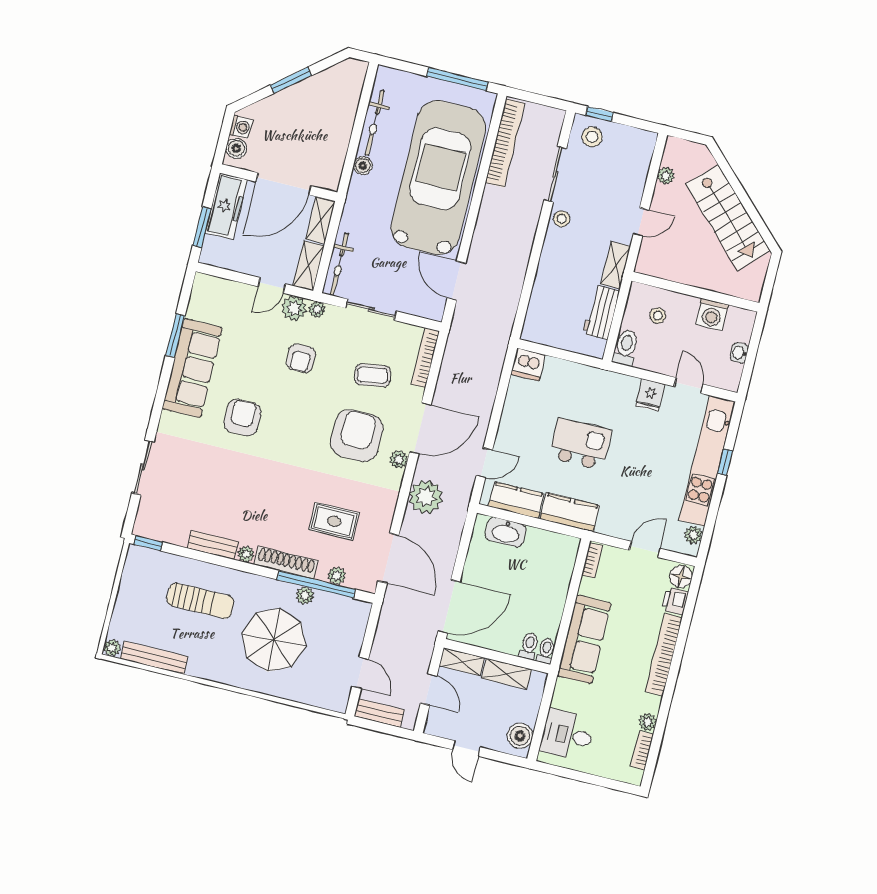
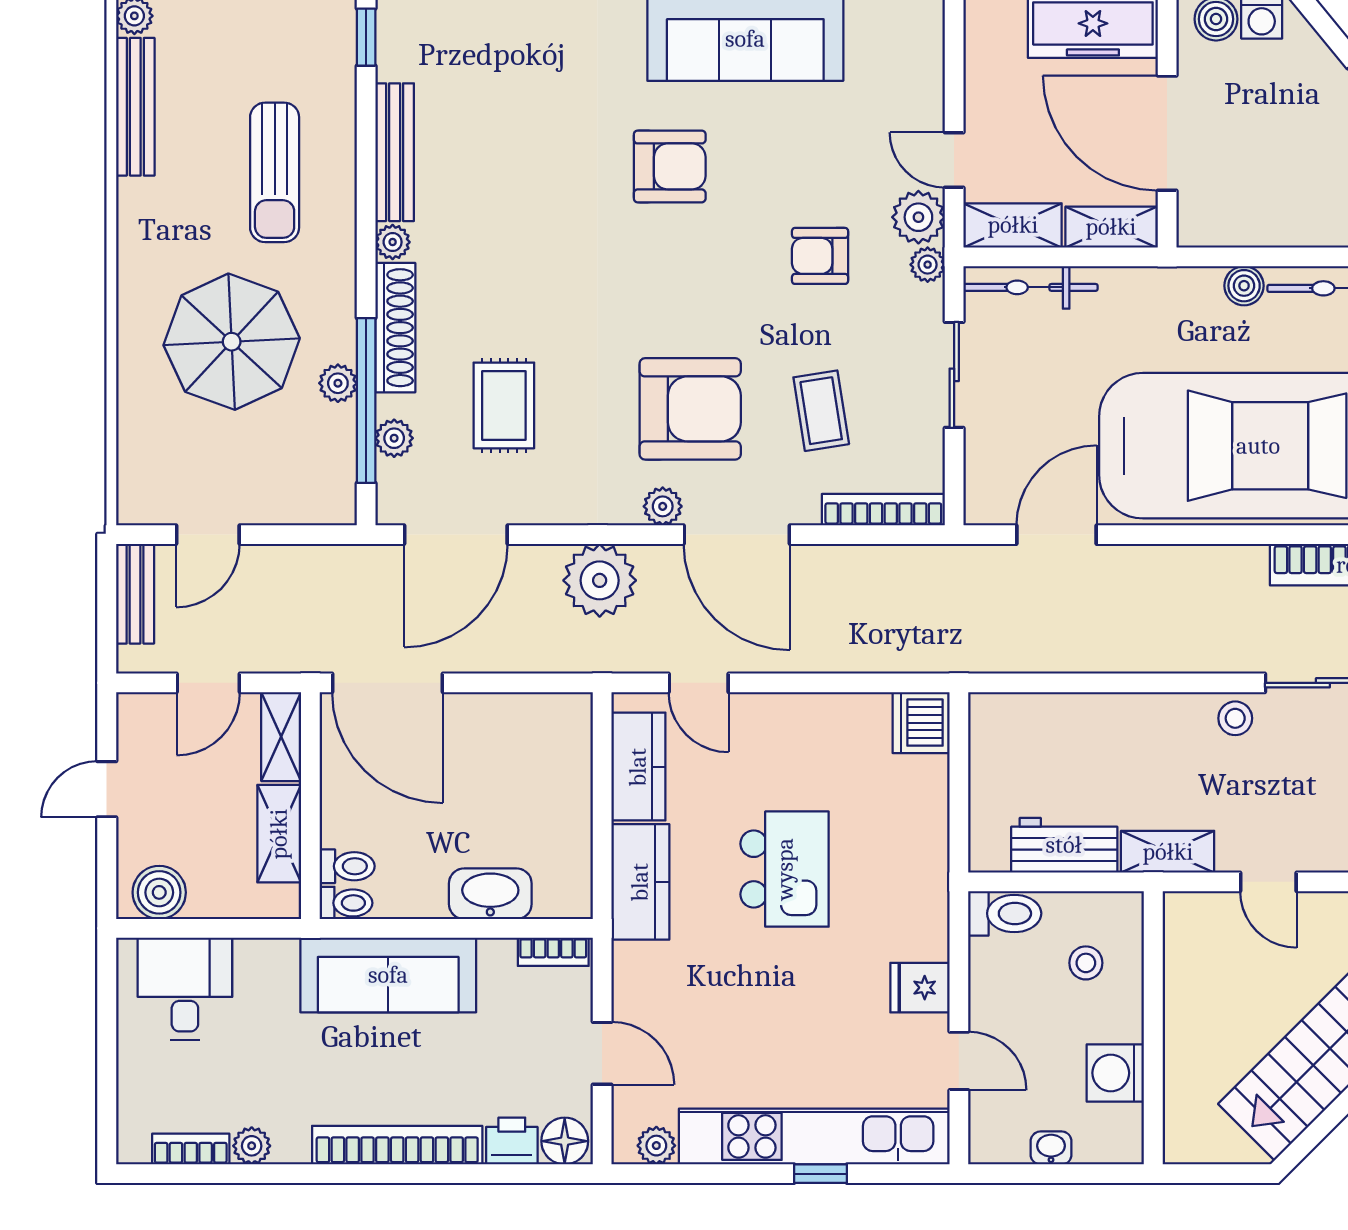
door: (689, 385) -> (959, 1061), hinge flipped
washbasin: (506, 532) -> (490, 894), moved, turned 90
bench: (213, 545) -> (395, 152), width x1.36

